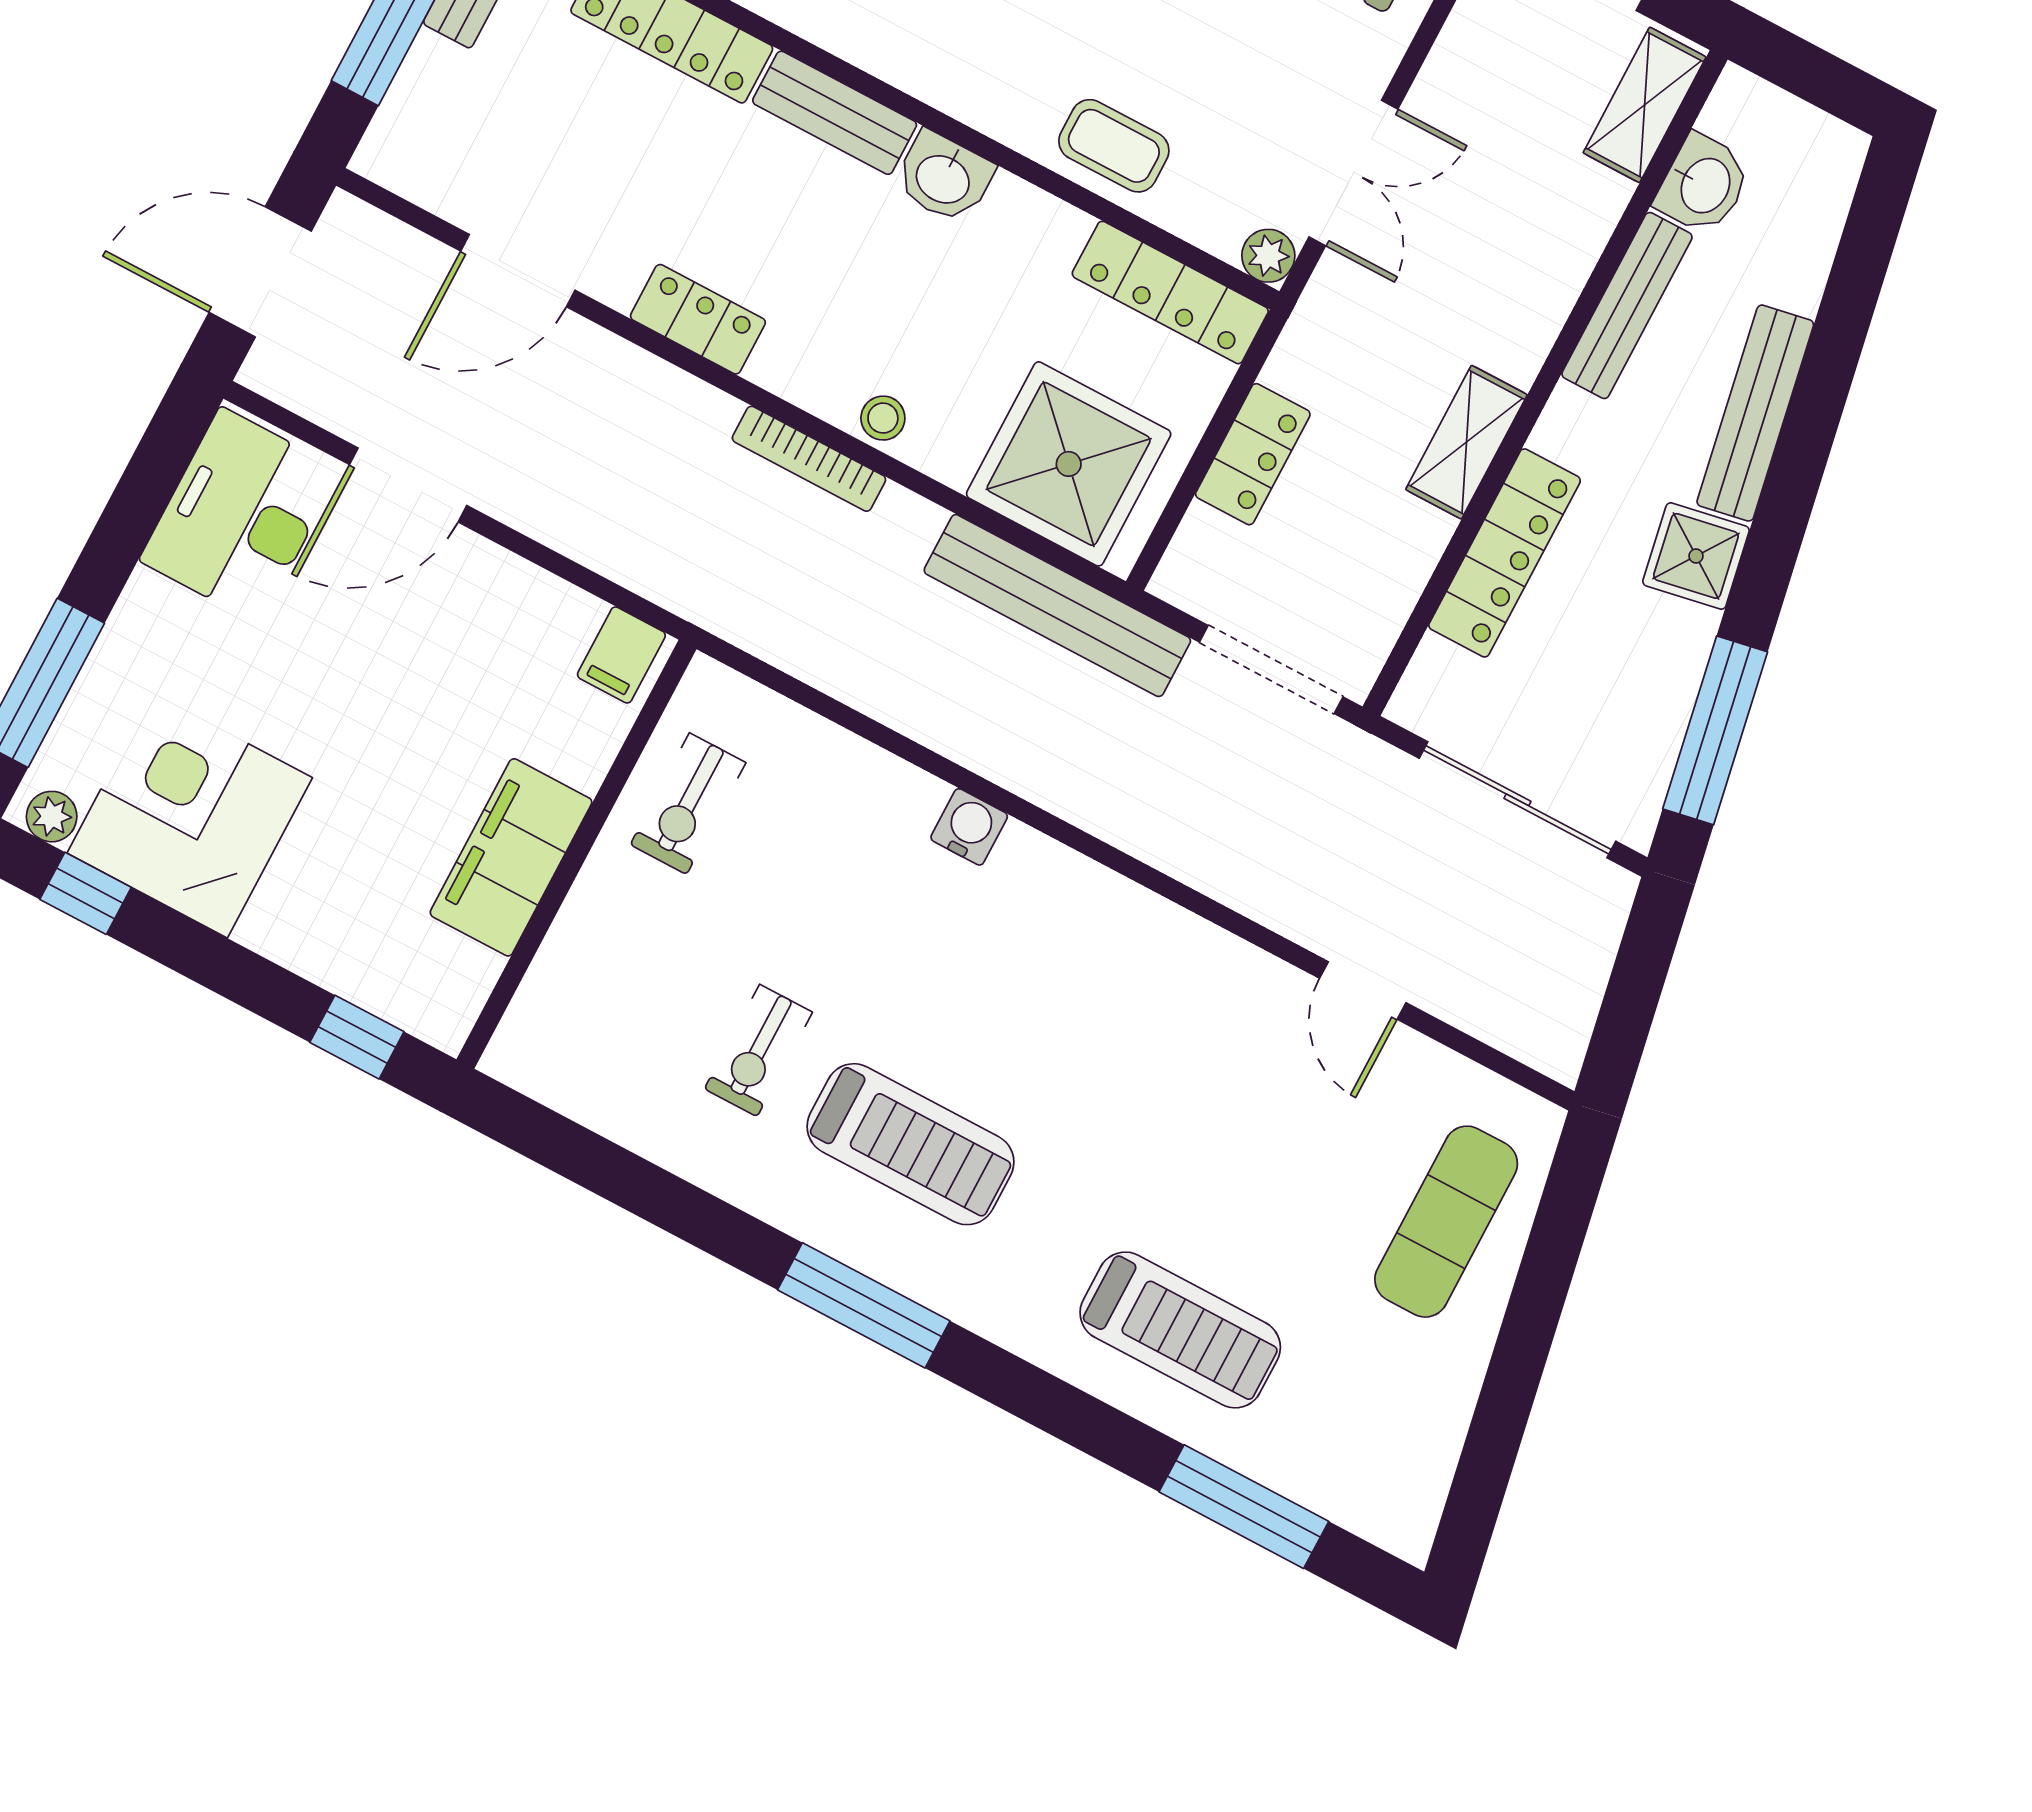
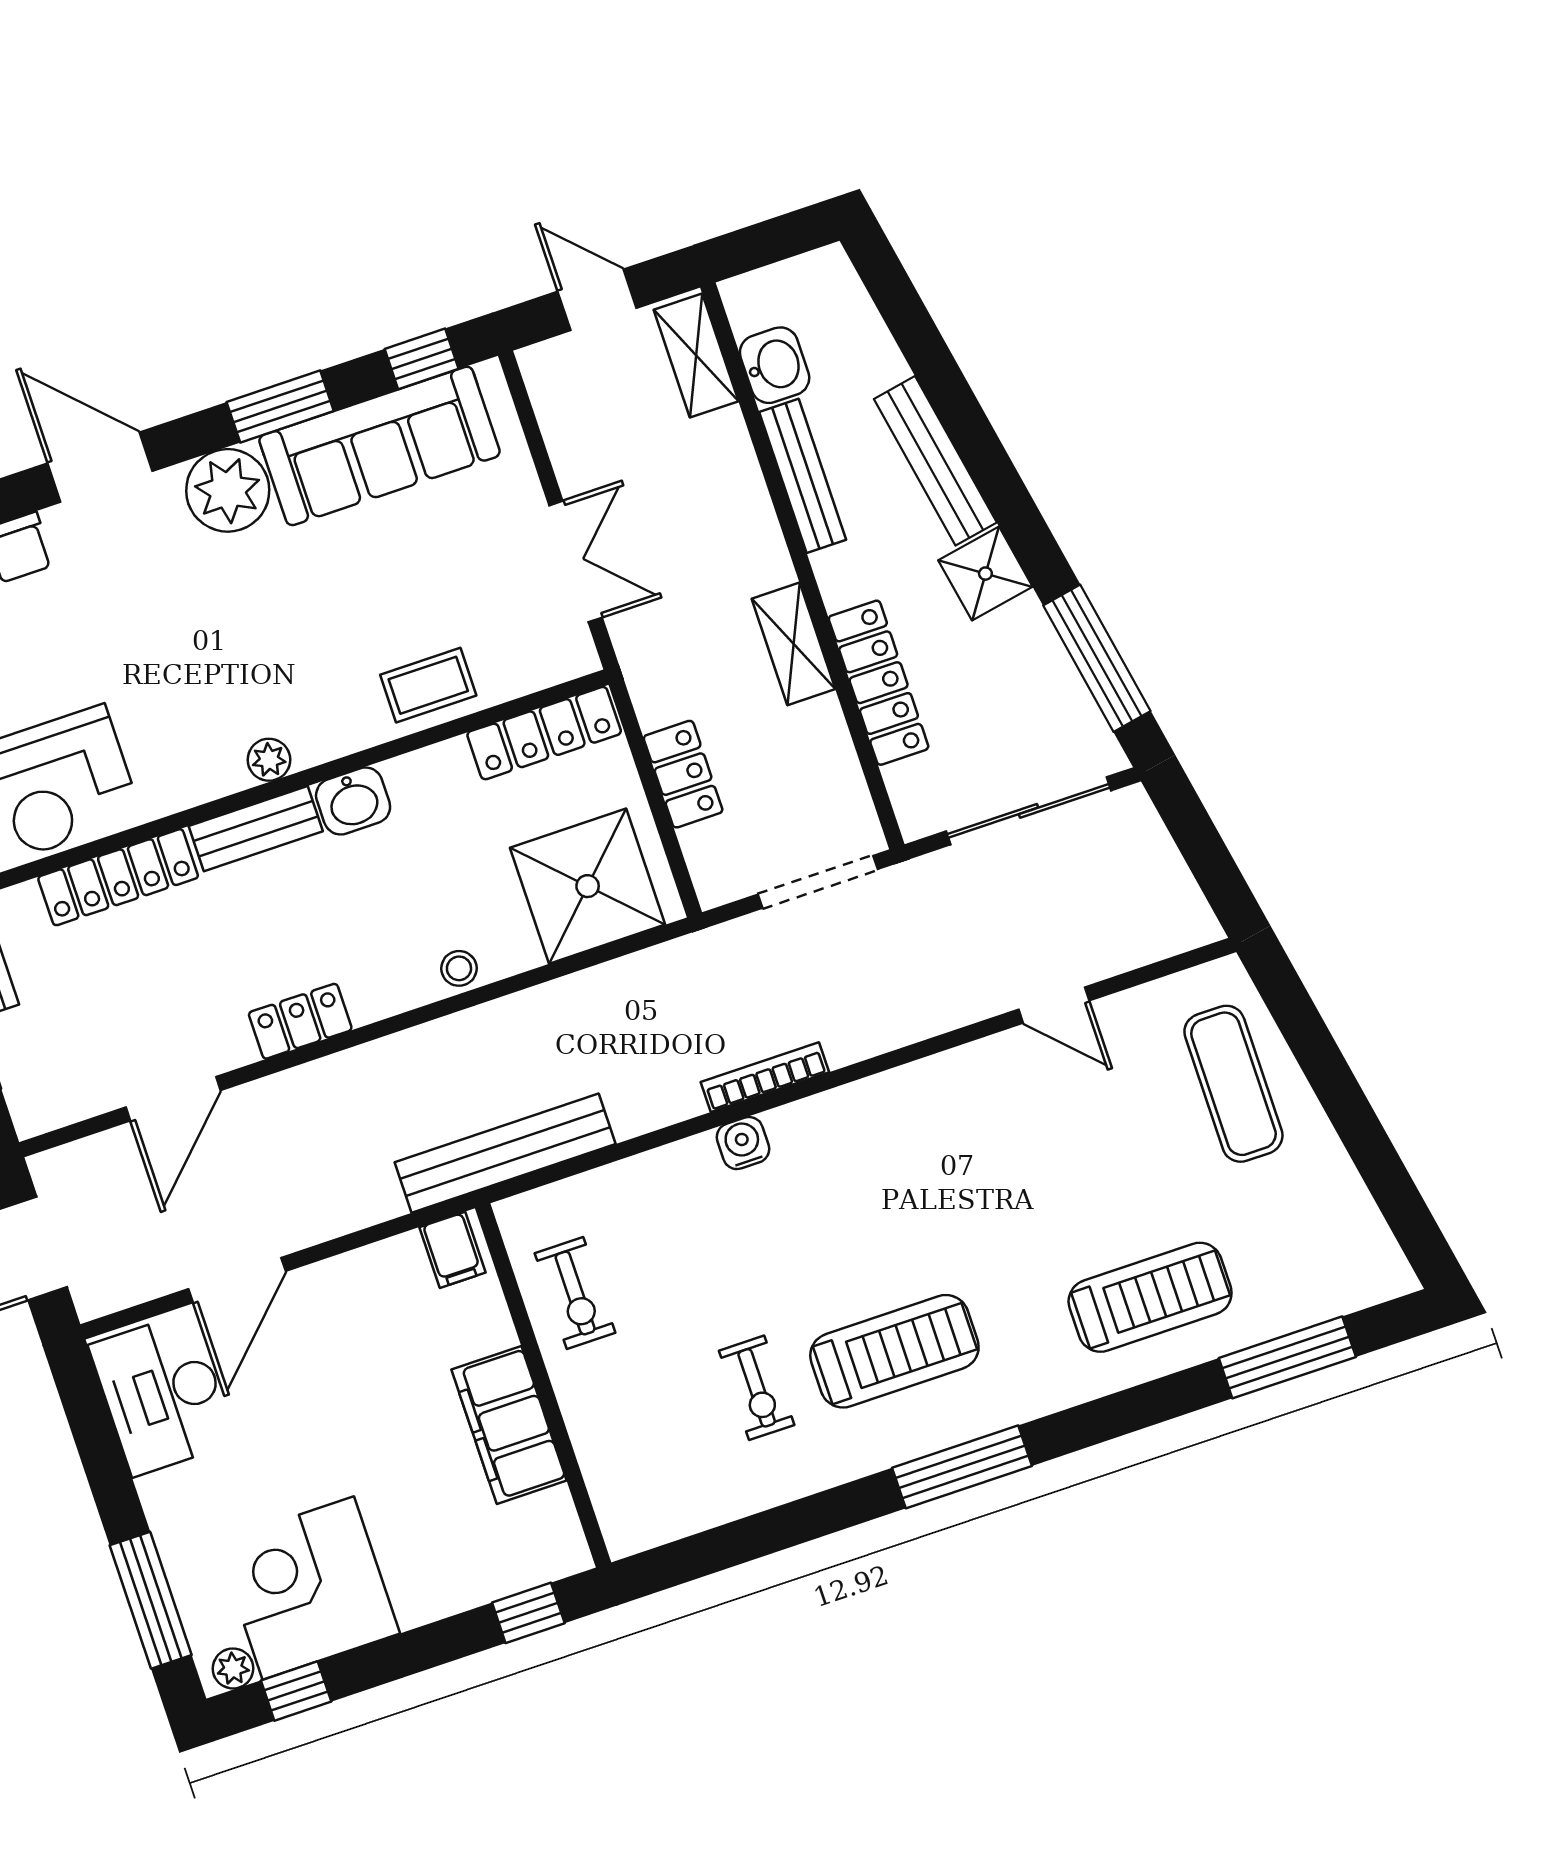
plant: (1268, 256) -> (269, 760), moved
bookcase: (809, 459) -> (765, 1077), moved, turned 180
bench: (1057, 606) -> (505, 1153), moved

